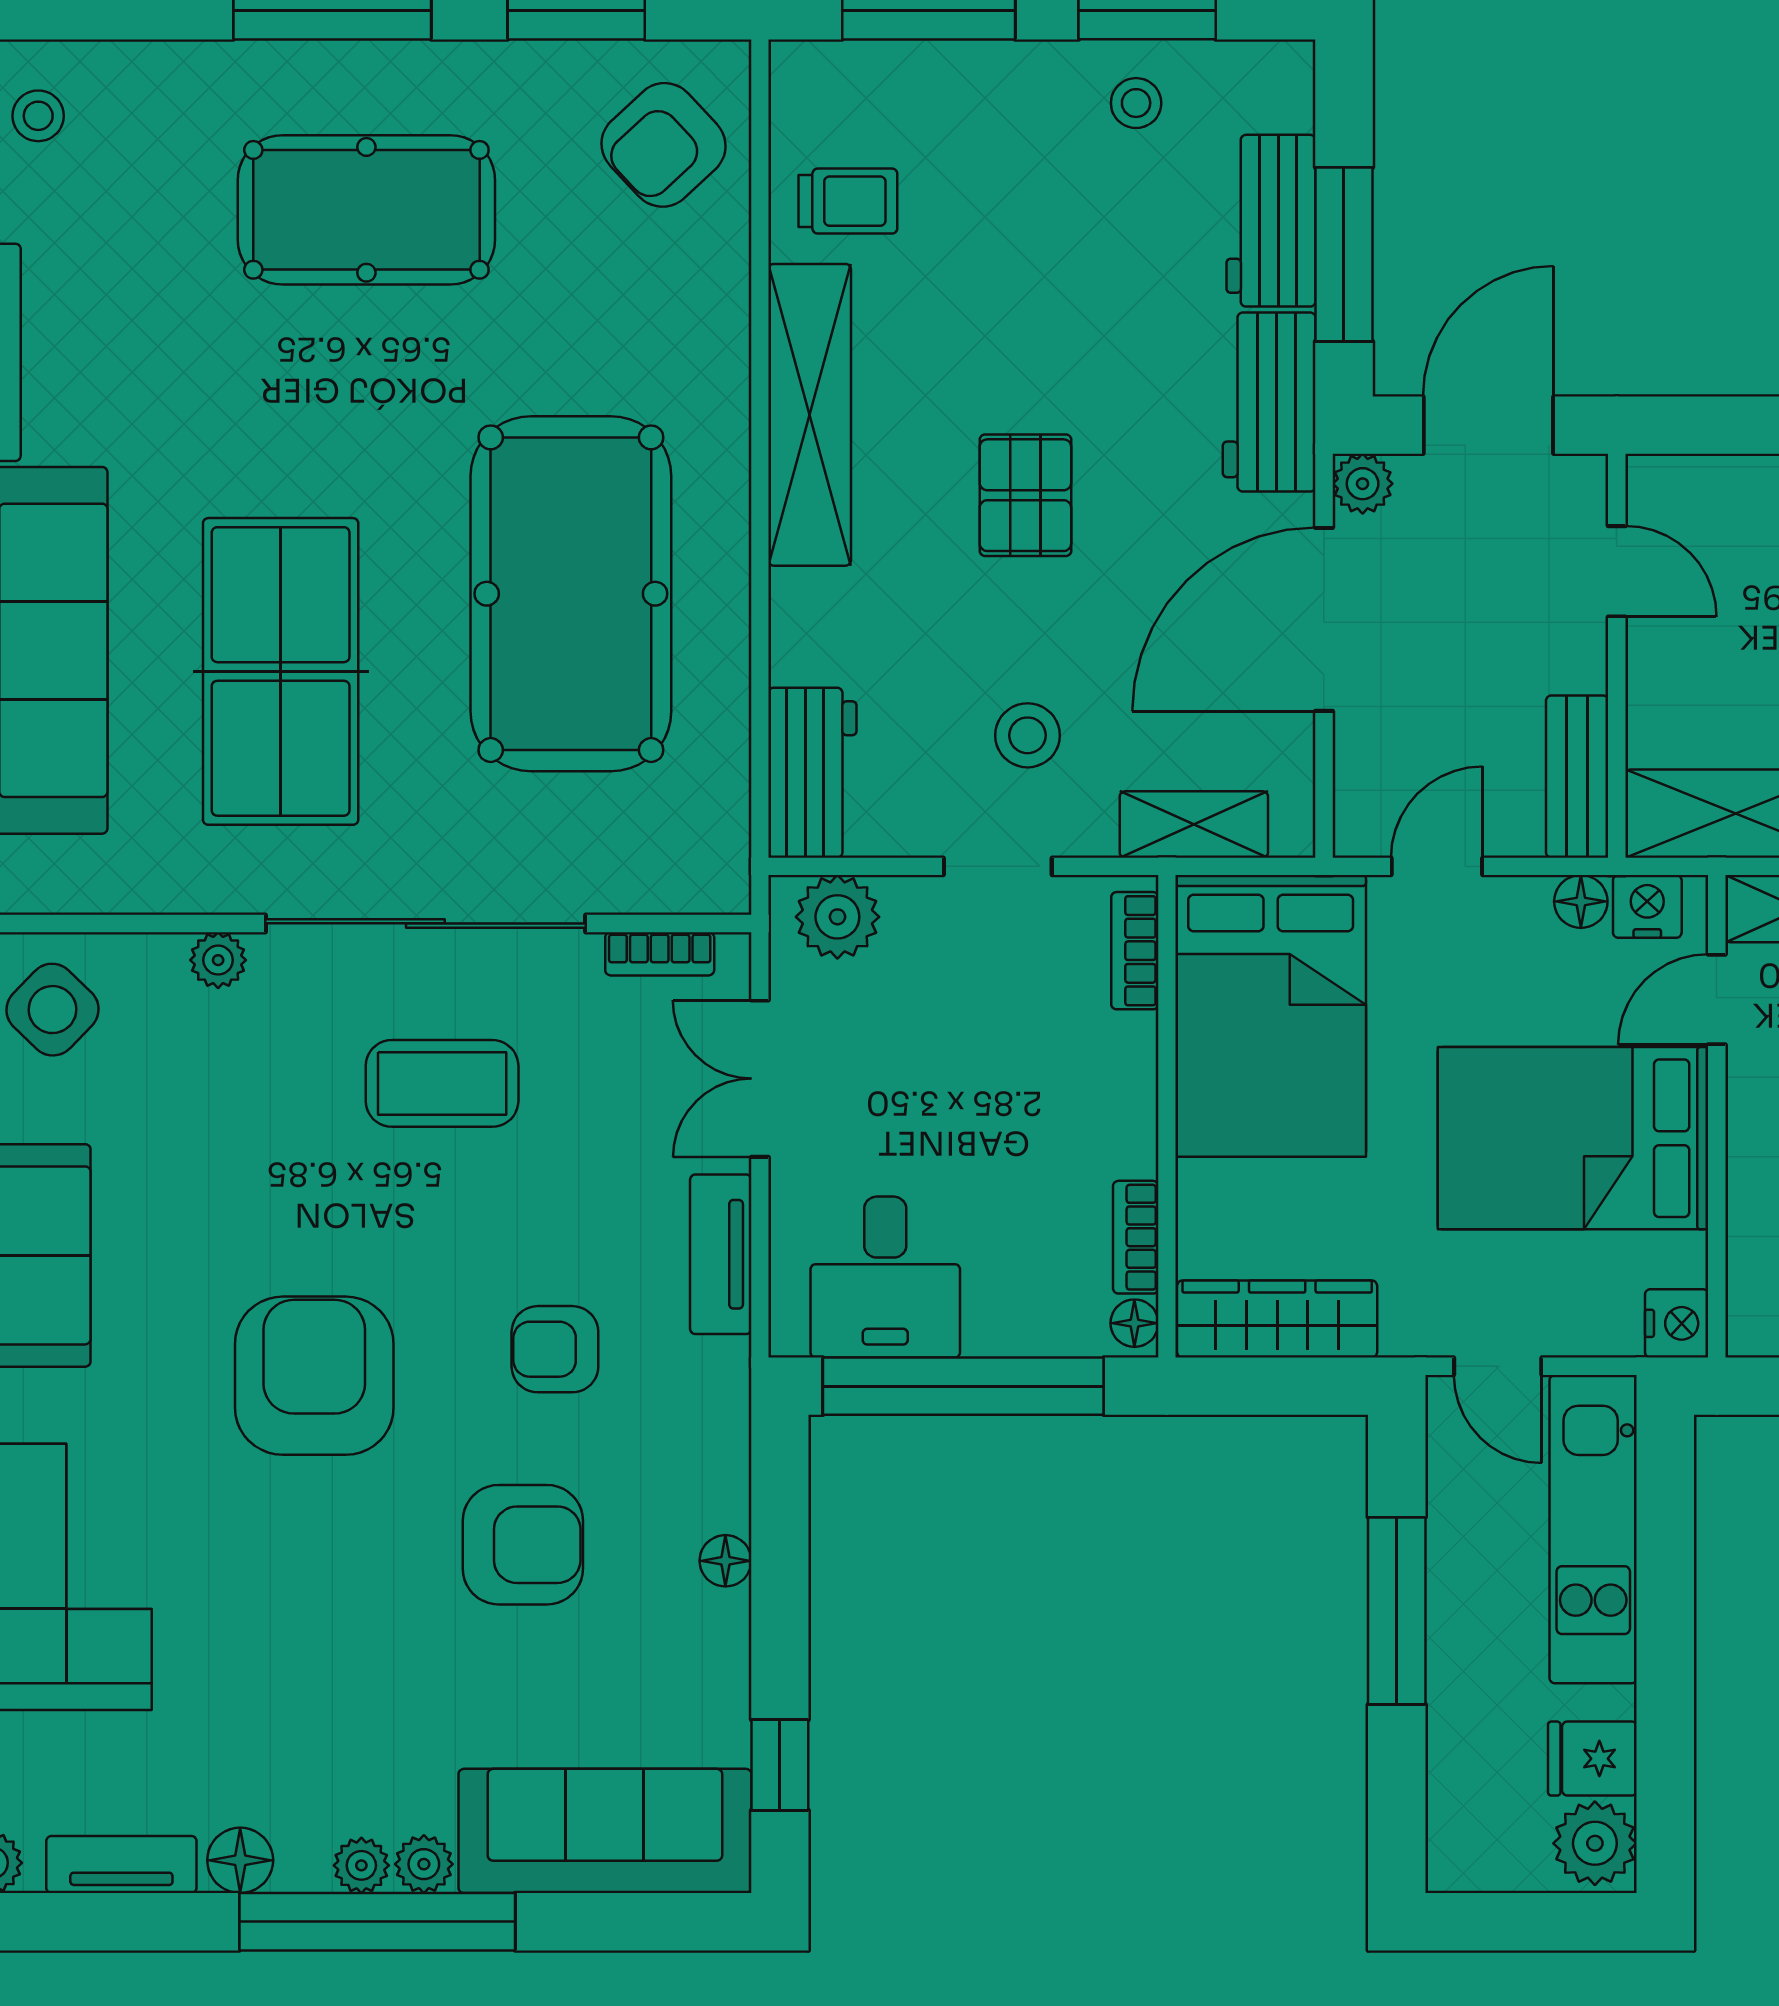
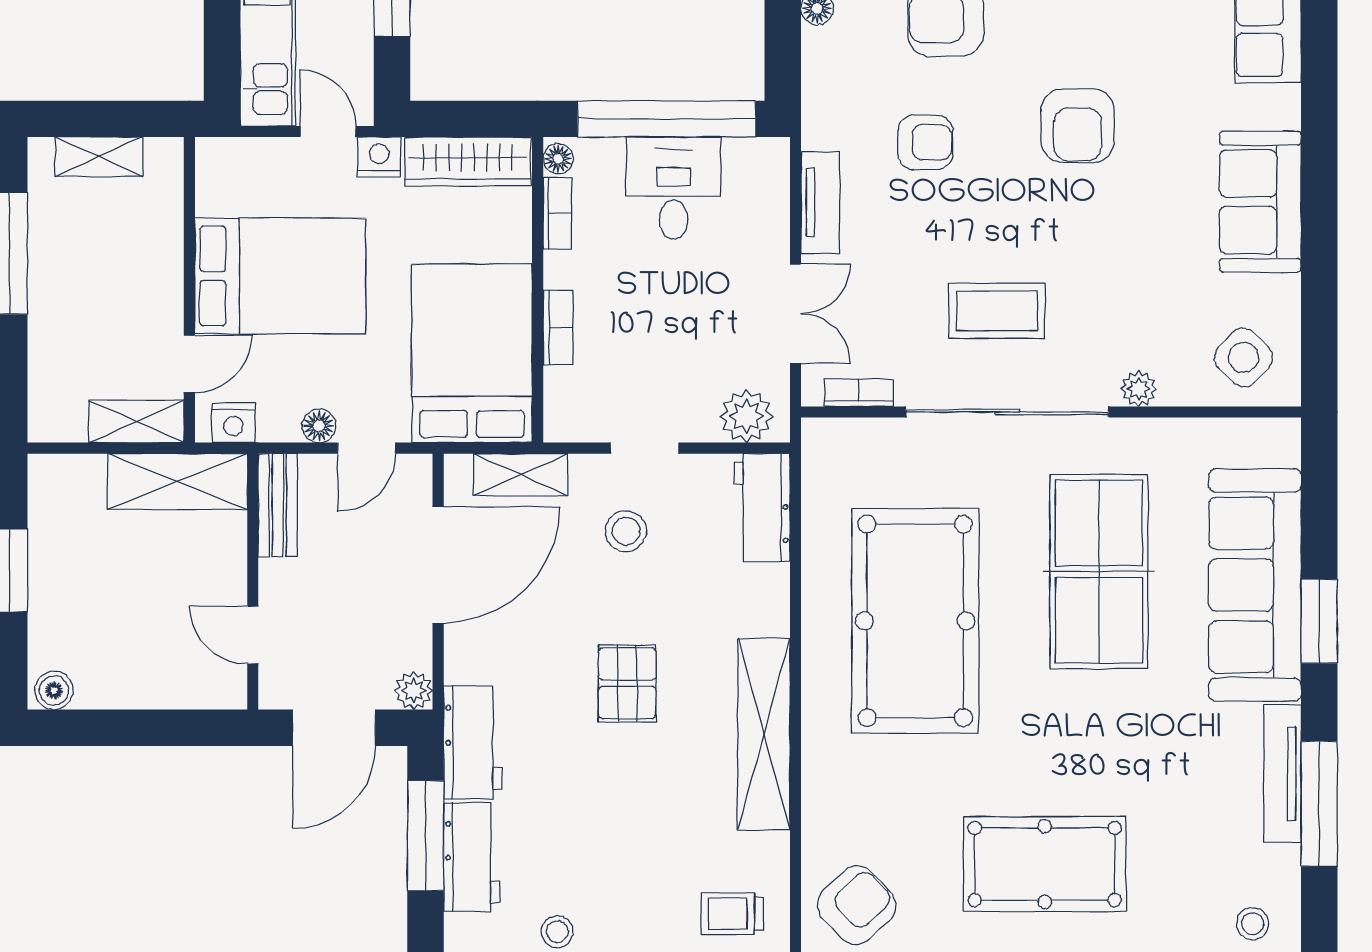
trolley: (848, 201) -> (732, 914), moved
door: (1324, 619) -> (438, 565), moved
floor lamp: (1581, 901) -> (319, 426), moved
bookcase: (1135, 951) -> (558, 328), moved
desk: (885, 1277) -> (673, 188), moved
nightstand: (1677, 1323) -> (379, 157), moved, turned 90
armchair: (314, 1376) -> (1078, 126), width x0.73, depth x0.73

